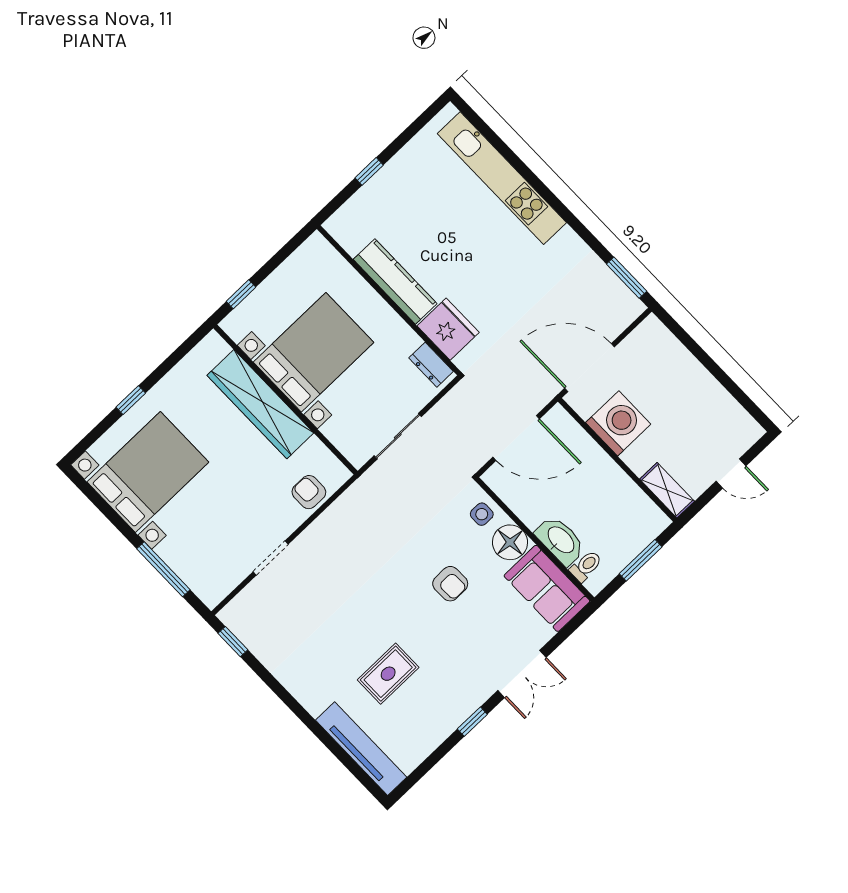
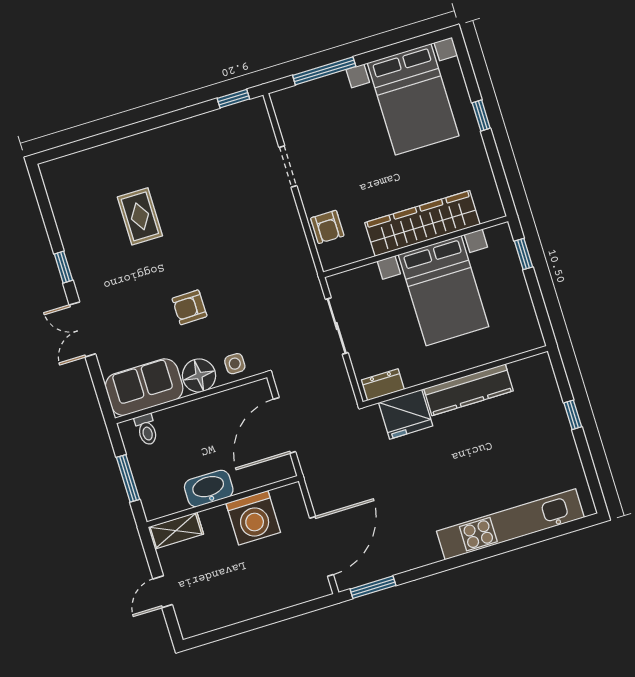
door: (590, 368) -> (322, 546), moved
armchair: (309, 492) -> (327, 227), turned 90
washbasin: (560, 540) -> (209, 489), moved, turned 180
tv unit: (361, 749) -> (88, 162), removed

